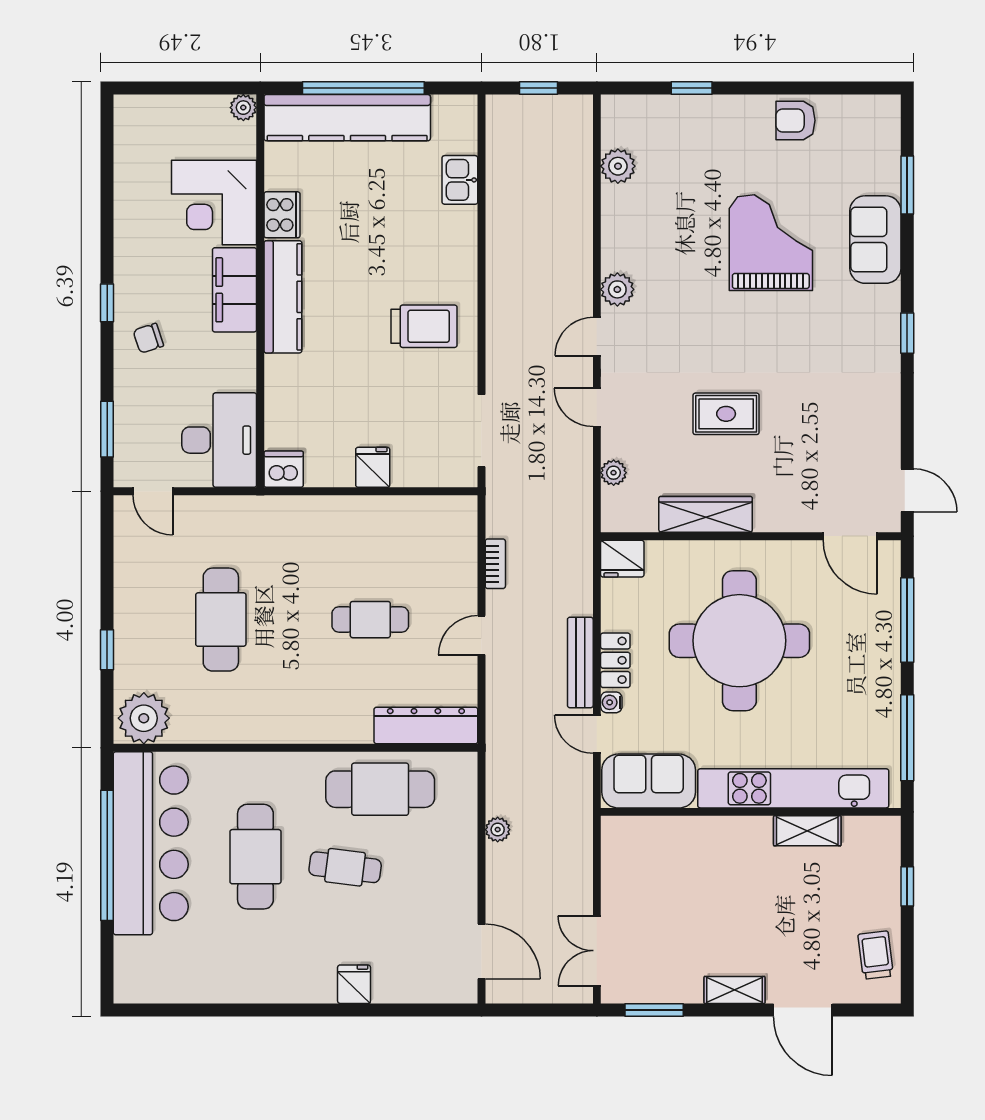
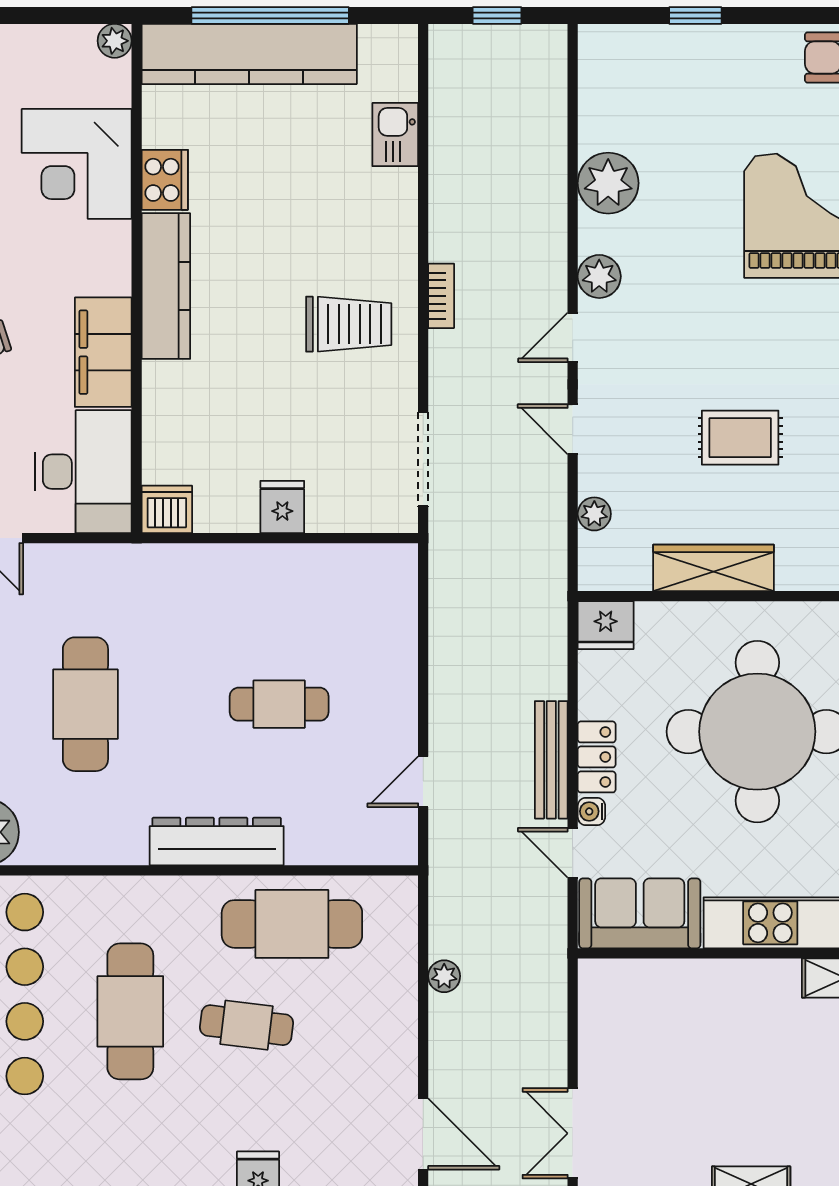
plant: (618, 166) -> (608, 183), moved, width x1.36, depth x1.36
filing cabinet: (235, 290) -> (103, 352), moved
bookcase: (495, 564) -> (441, 296), moved
door: (481, 635) -> (423, 782), moved
dresser: (426, 725) -> (217, 841), moved

